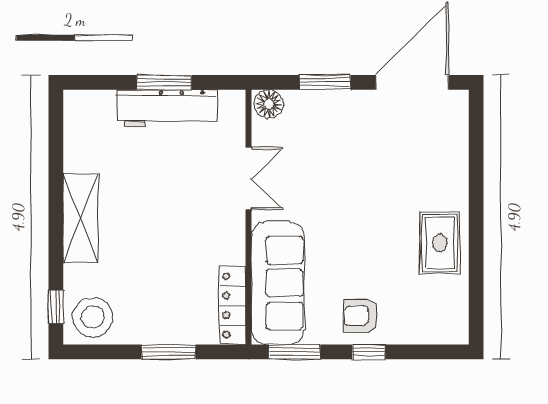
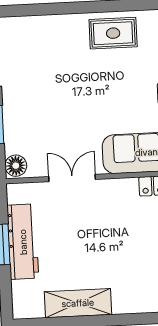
shelving: (81, 218) -> (78, 303), moved

